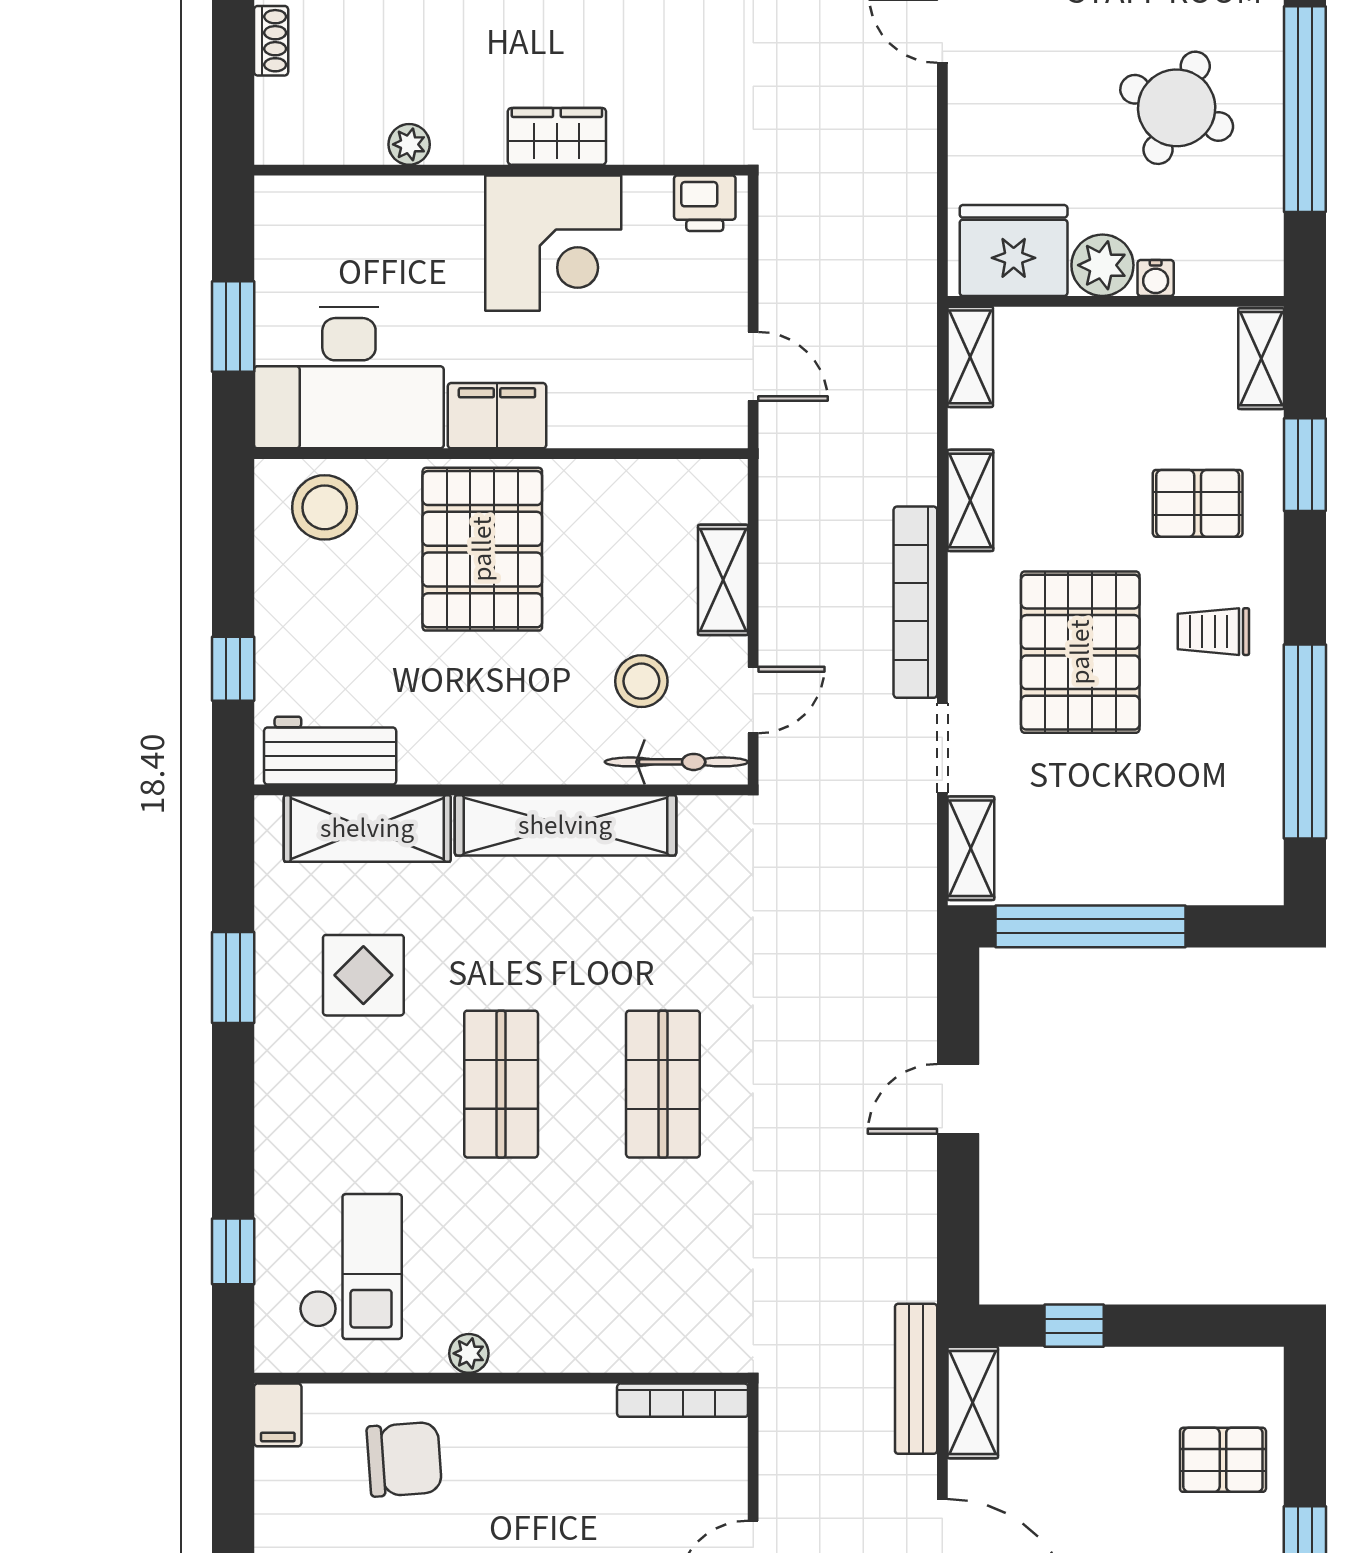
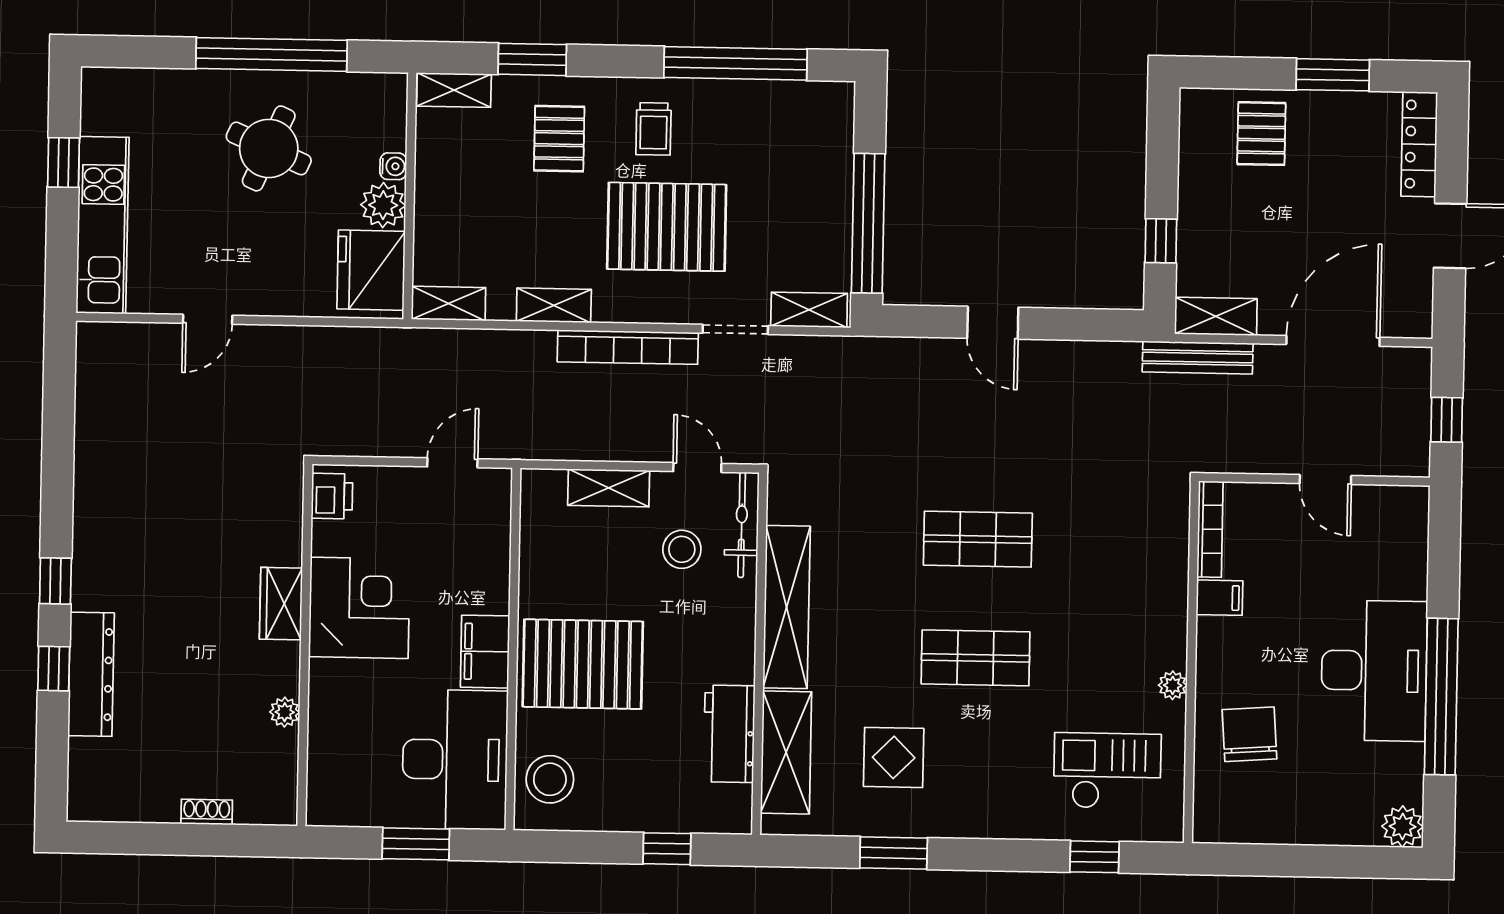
workbench: (330, 751) -> (729, 734), moved
filing cabinet: (278, 1415) -> (1220, 598), moved

